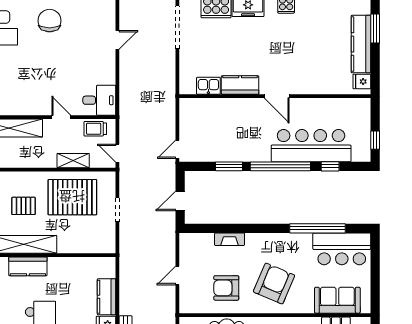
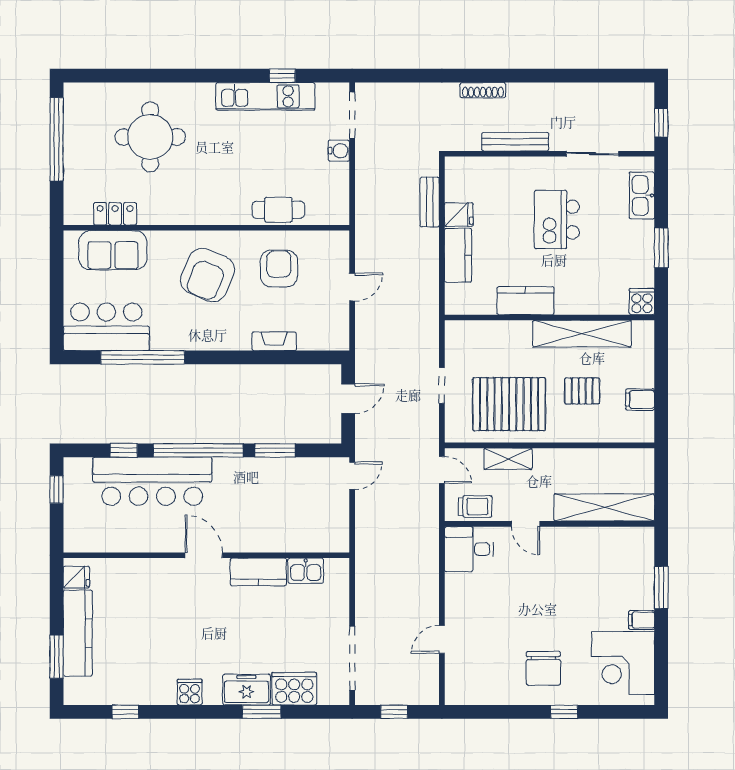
kitchen counter: (28, 266) -> (525, 301), moved
armchair: (226, 288) -> (279, 268), turned -90

